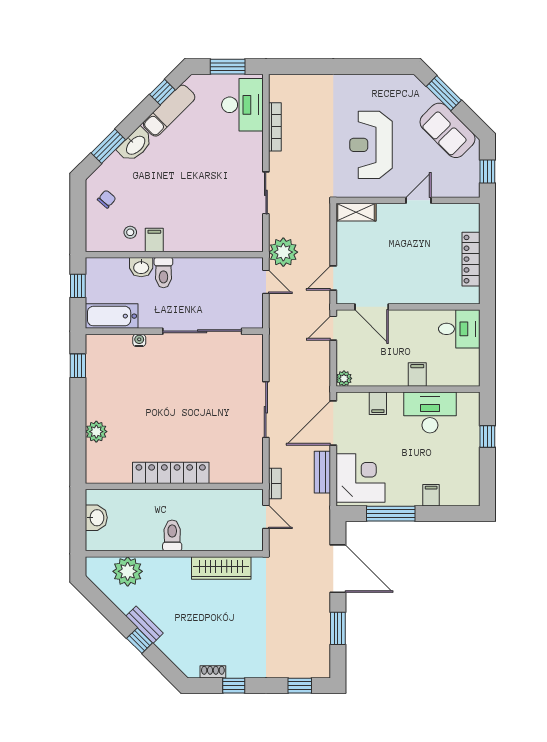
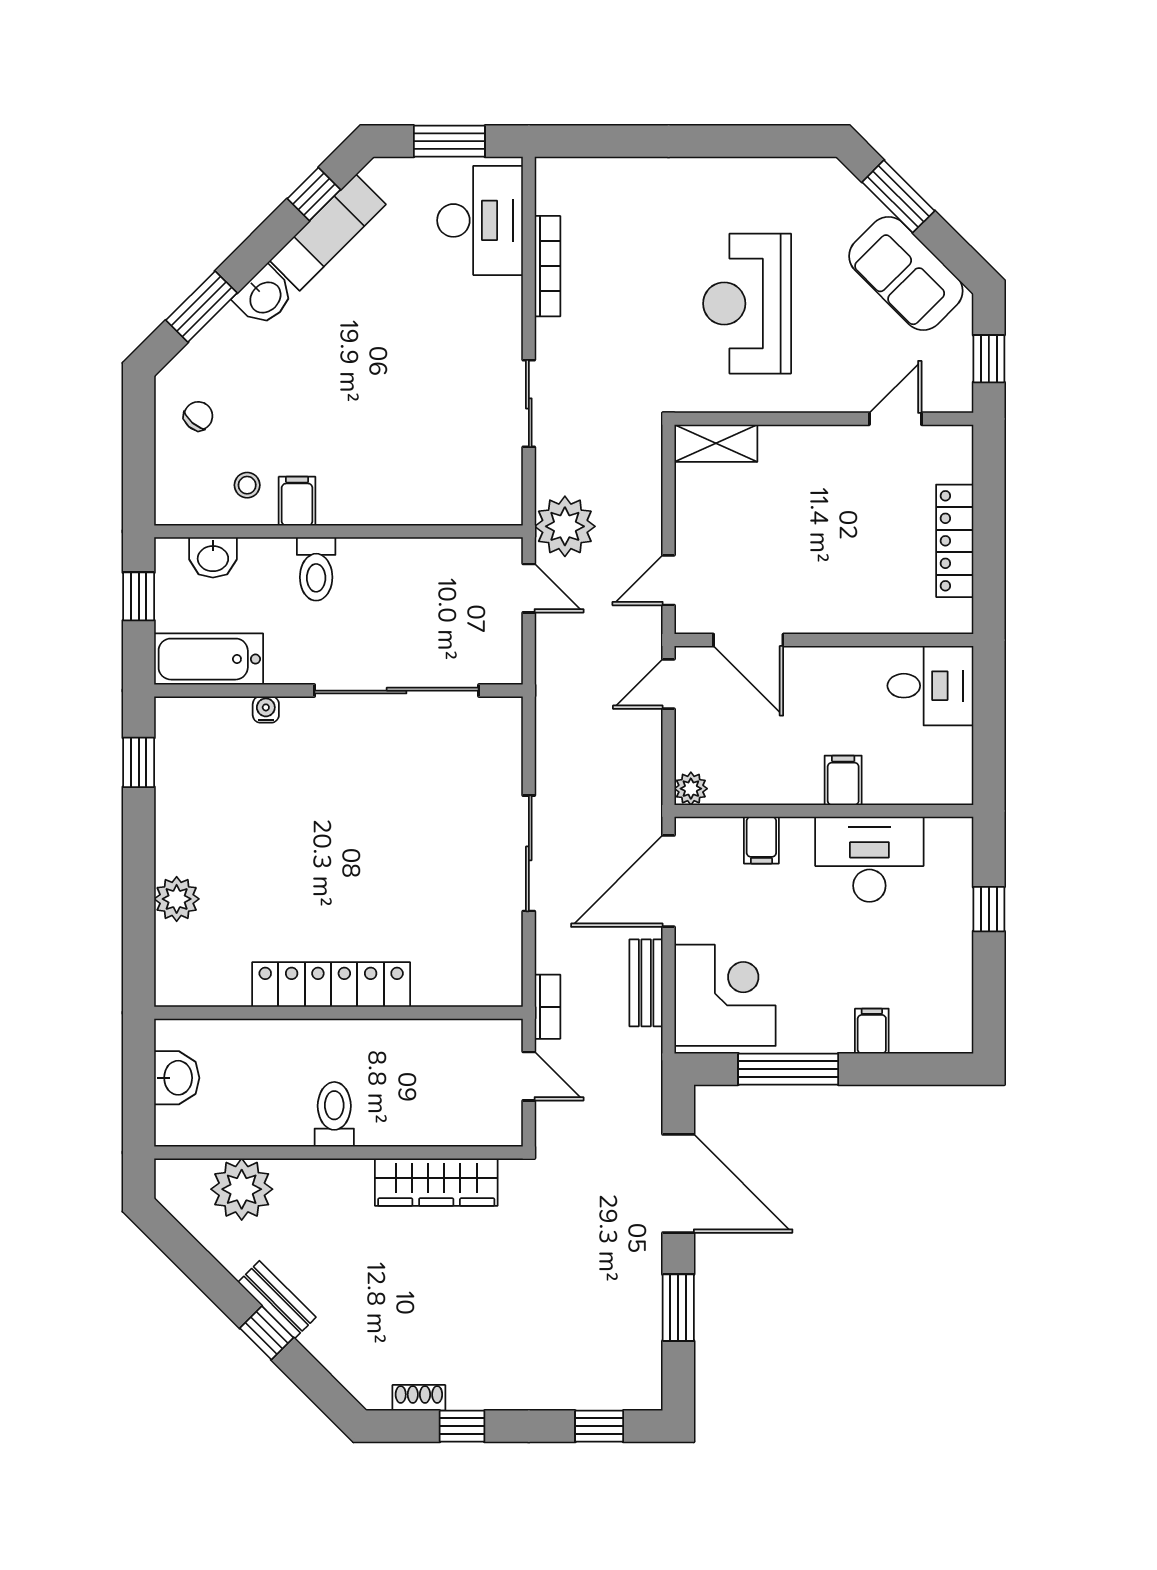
washbasin: (135, 145) -> (264, 297), width x0.72
door: (418, 200) -> (895, 419), moved
washbasin: (141, 267) -> (213, 557), moved

